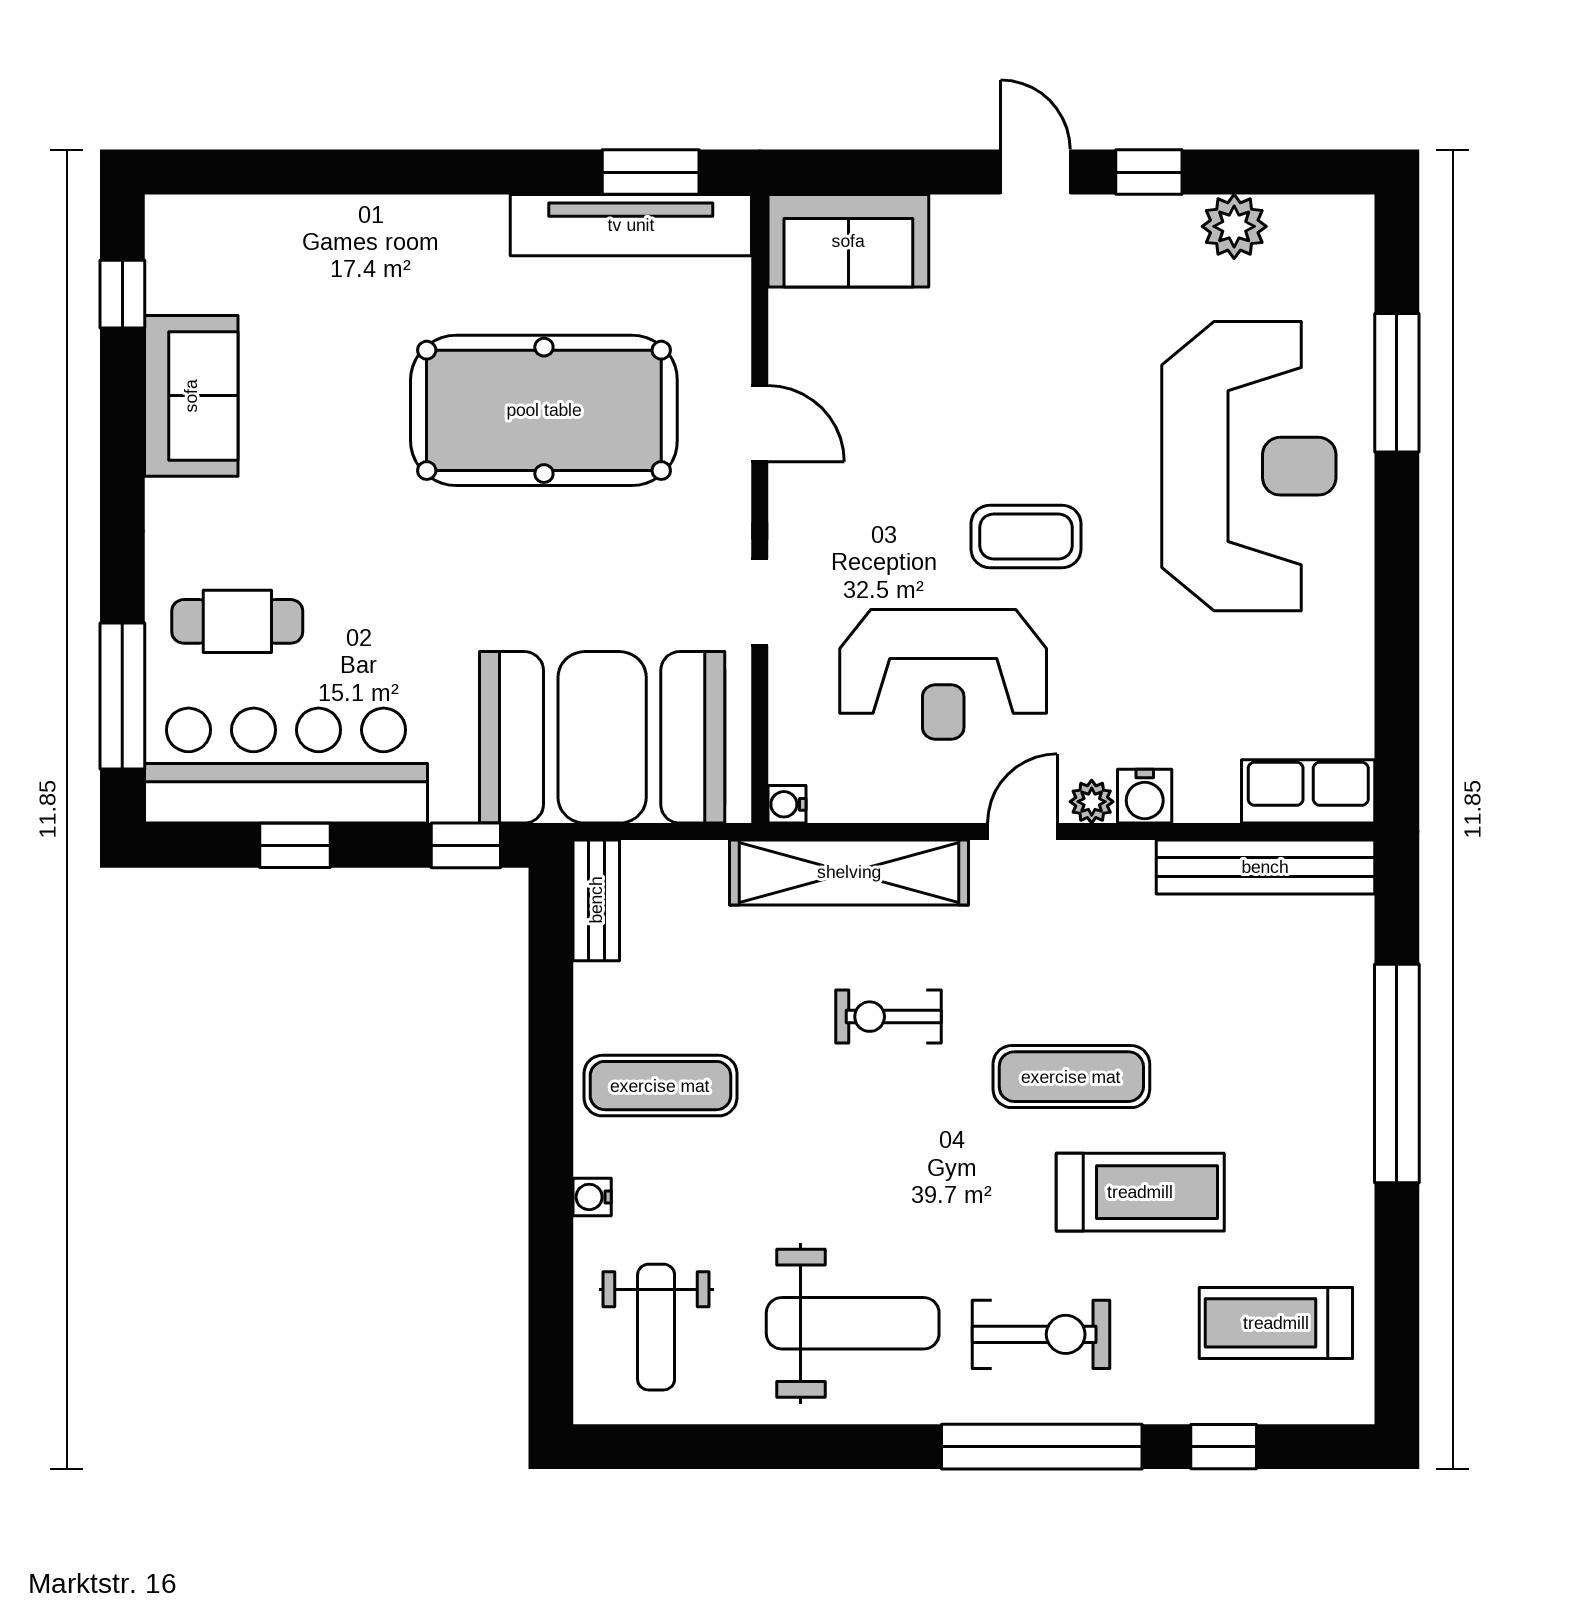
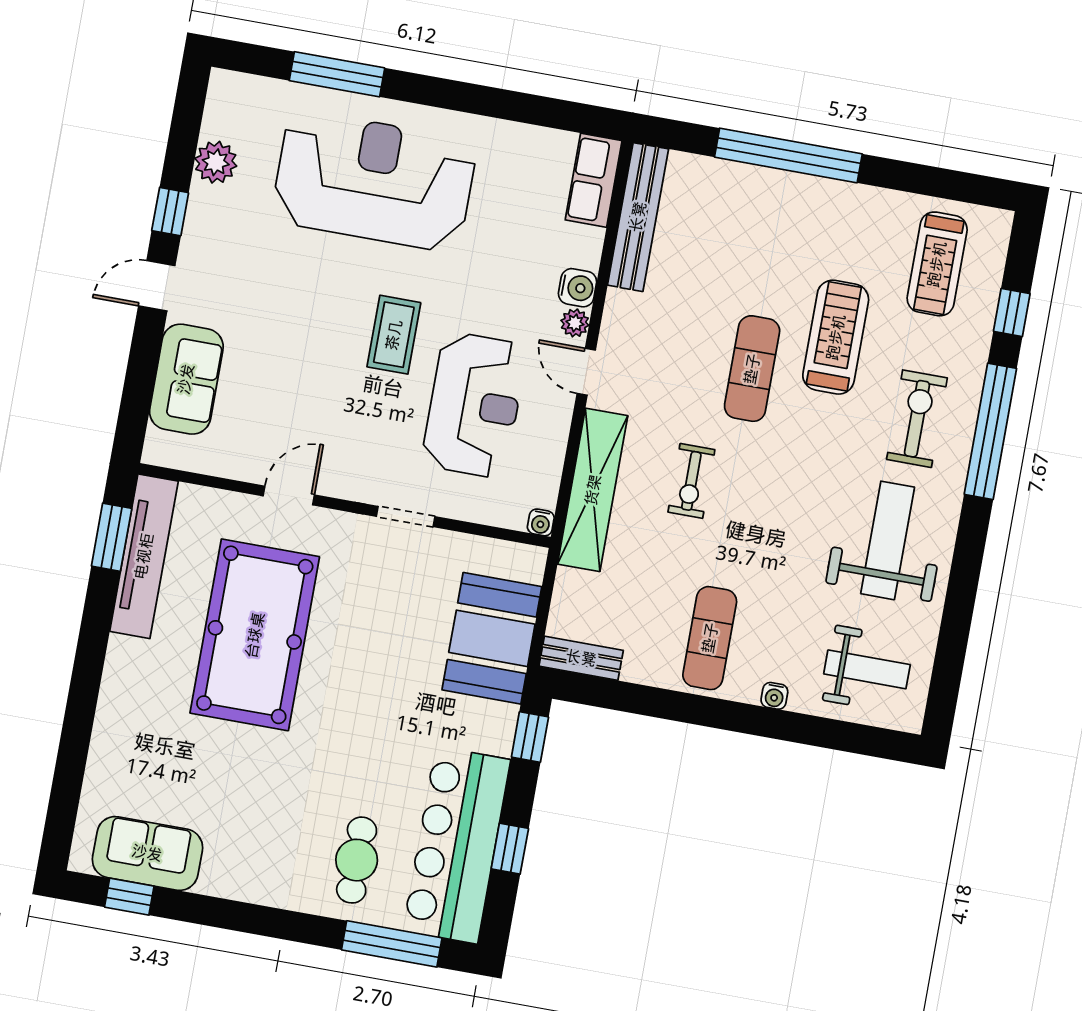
sofa: (848, 241) -> (186, 379), moved
sofa: (191, 396) -> (147, 853), moved
booth: (602, 737) -> (492, 638), width x0.73, depth x0.70

